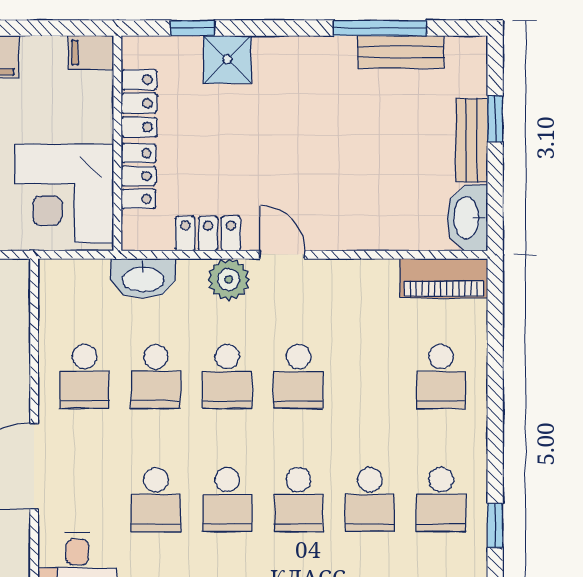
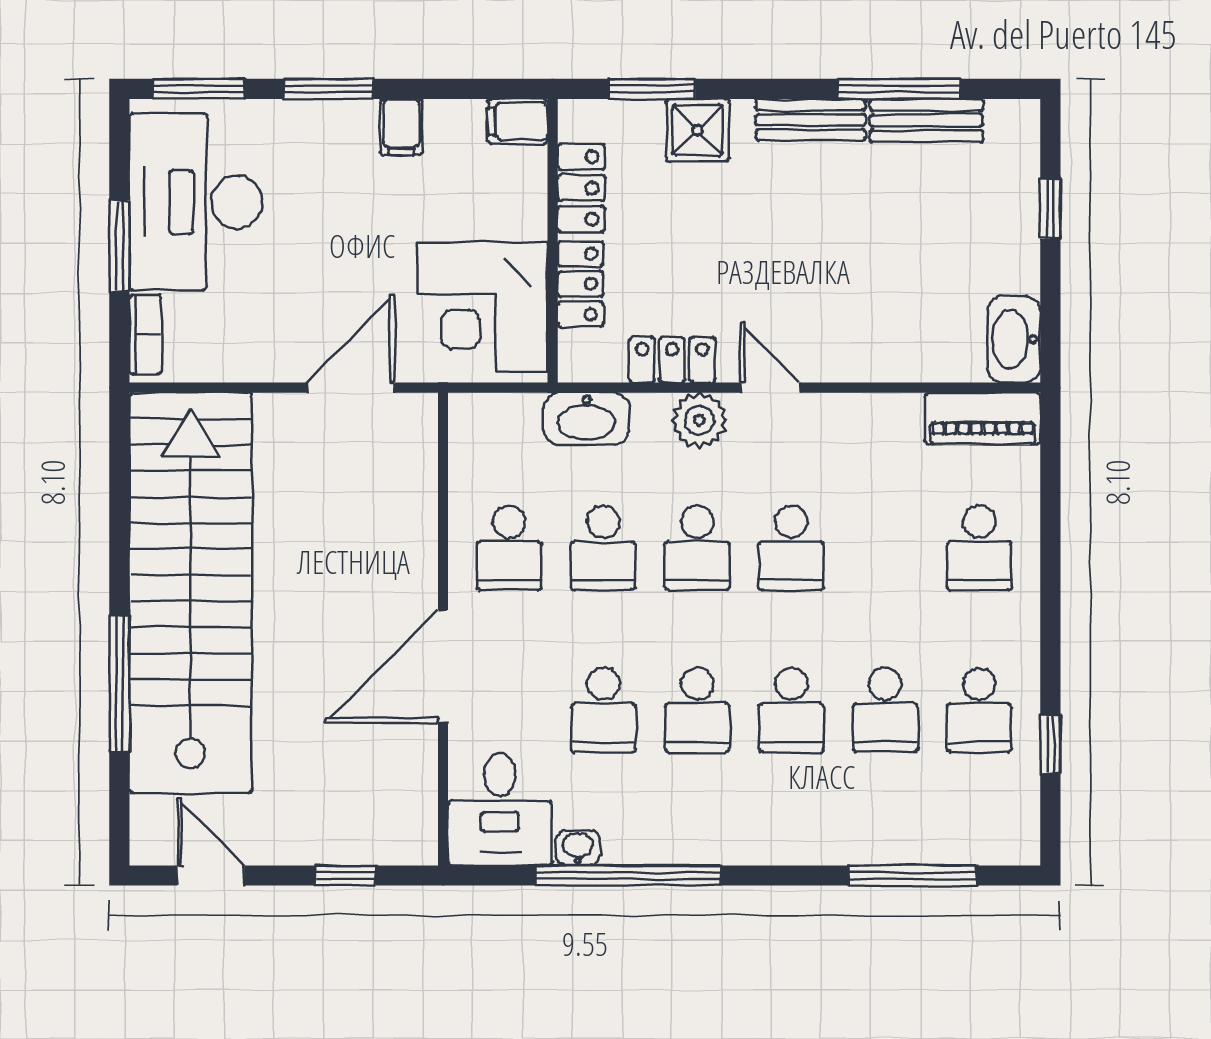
window: (193, 28) -> (652, 89), width x1.50
bench: (472, 140) -> (811, 120), moved, turned 90

